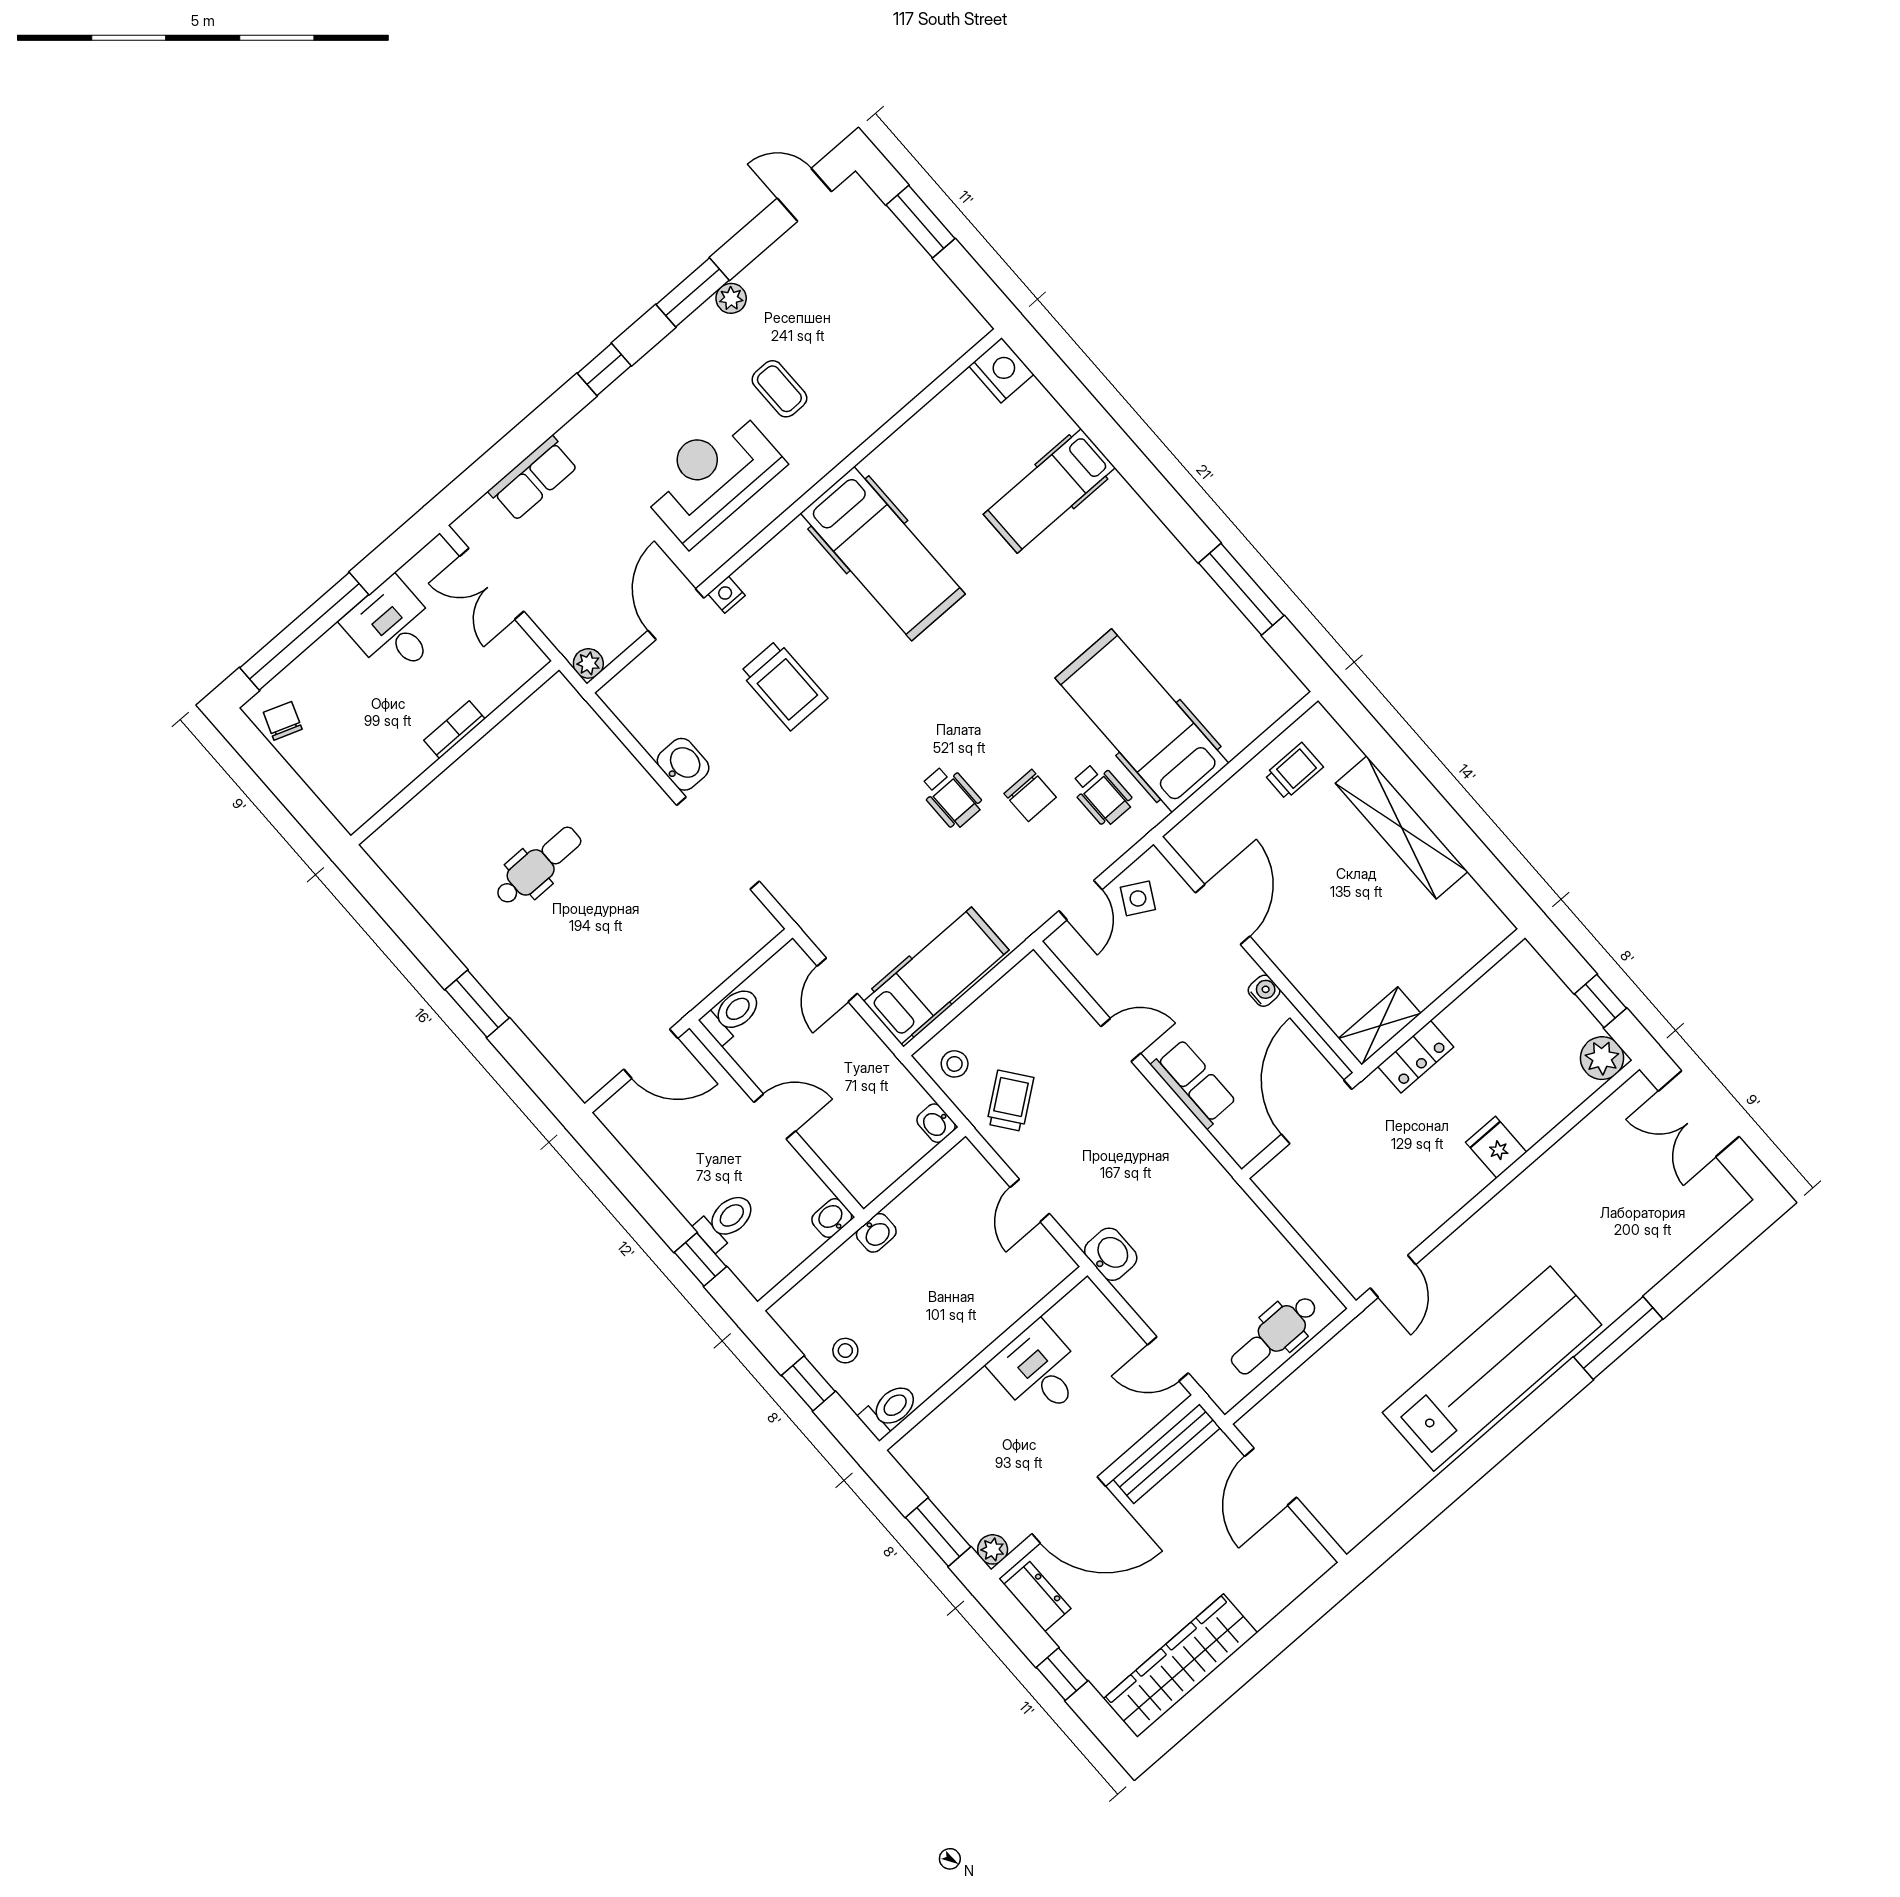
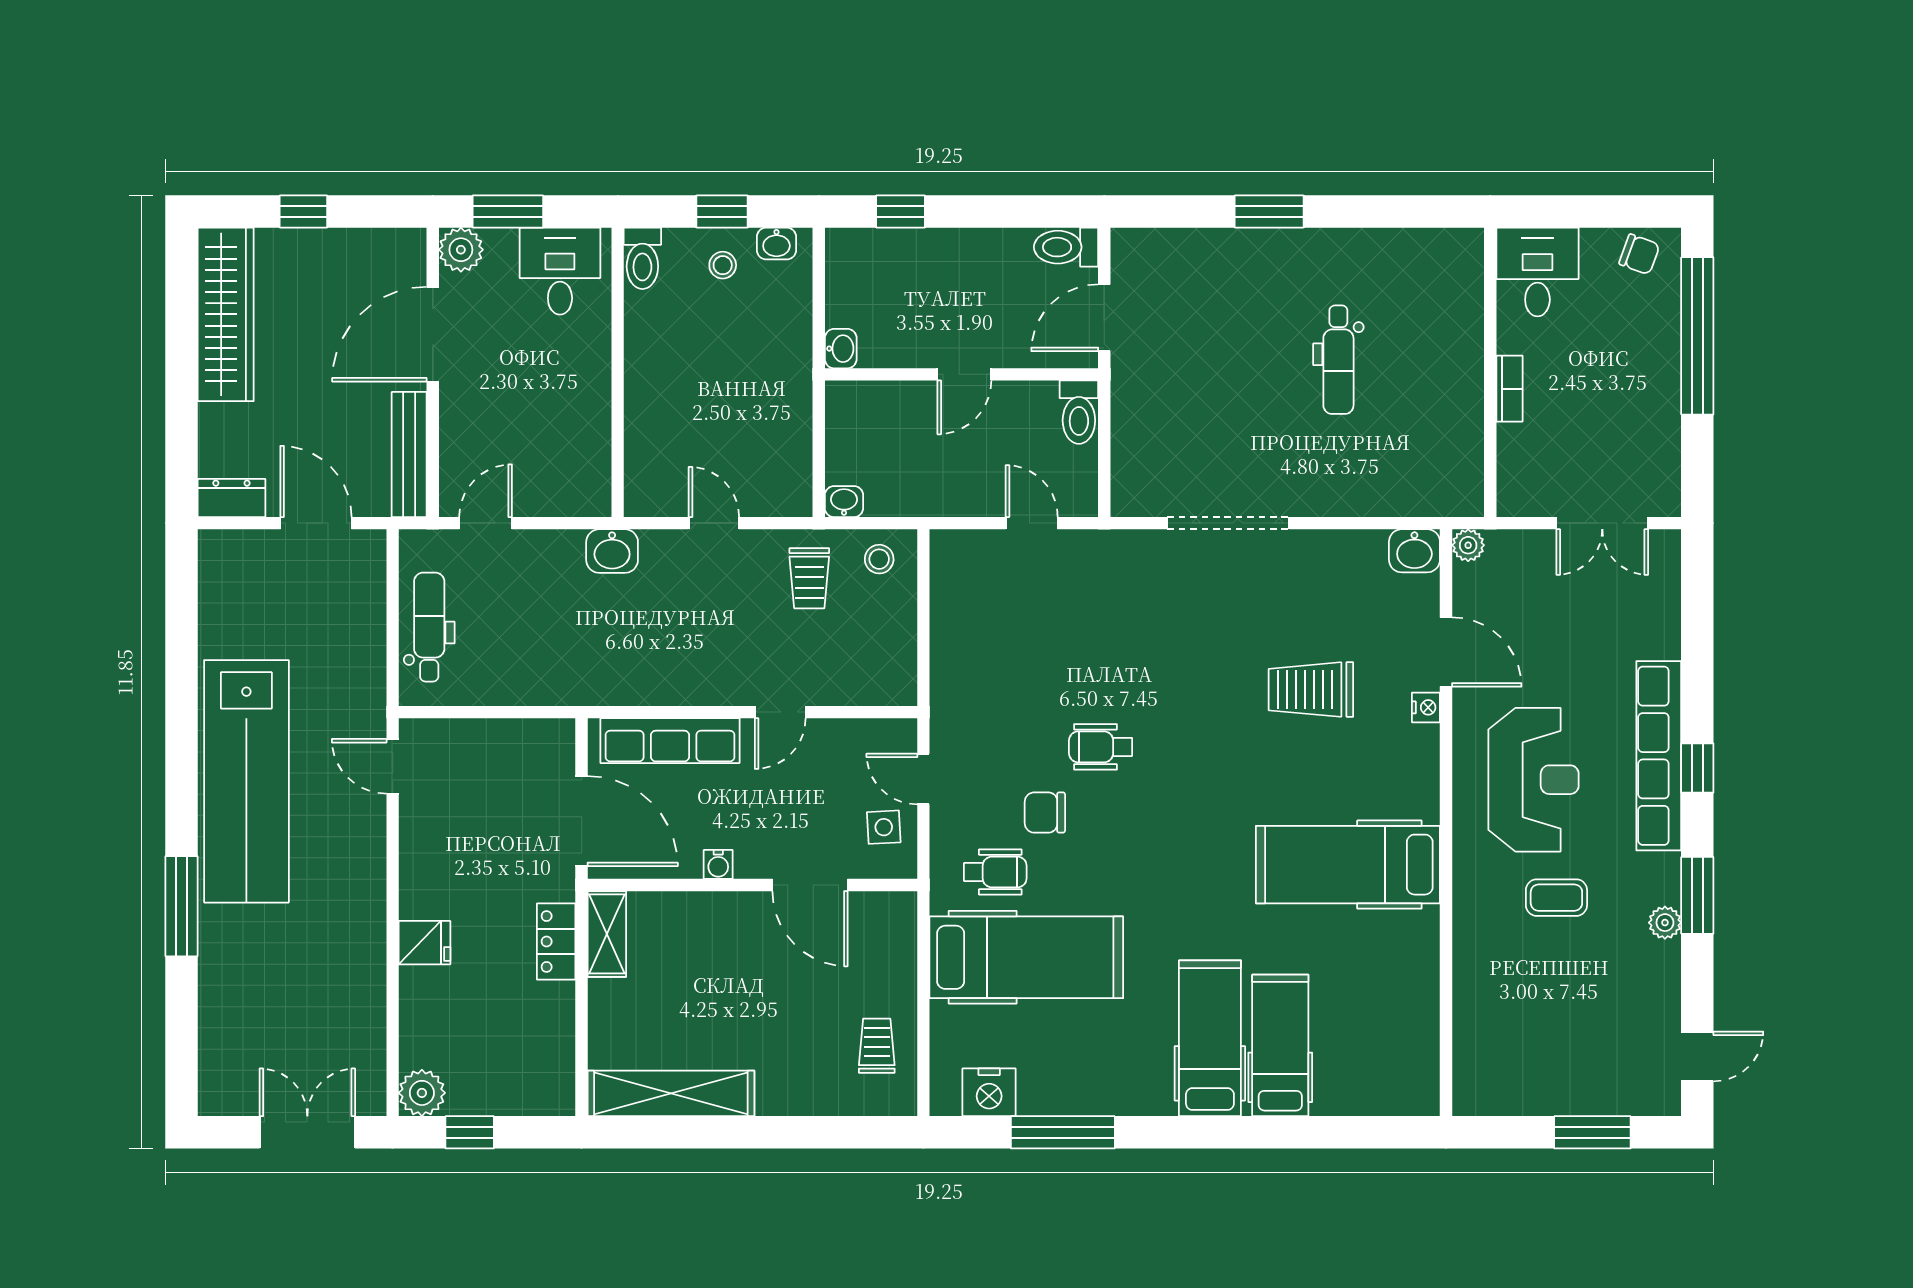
nightstand: (1001, 370) -> (989, 1092), moved
row of seats: (533, 479) -> (1659, 756), moved, width x2.02
double door: (492, 584) -> (1602, 523), swing flipped
desk: (393, 628) -> (1537, 272), moved, turned -90
washbasin: (683, 764) -> (1414, 551), moved
trolley: (1294, 771) -> (877, 1046), turned 180
wheelchair: (1101, 794) -> (995, 872), turned 180
shelving: (1402, 827) -> (671, 1093), moved
side table: (1138, 898) -> (884, 827), turned -32
hospital bed: (936, 976) -> (1210, 1038), moved, turned 180
row of seats: (1194, 1084) -> (670, 741), width x1.48
trolley: (1010, 1101) -> (809, 578), turned 37
toilet: (726, 1221) -> (1066, 247), moved, turned 90
washbasin: (876, 1233) -> (776, 244), moved, turned -90
desk: (1039, 1371) -> (560, 271), moved, turned -90
plant: (993, 1549) -> (461, 250), width x1.38, depth x1.38
dresser: (1037, 1596) -> (231, 498), moved, turned 180

